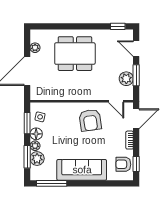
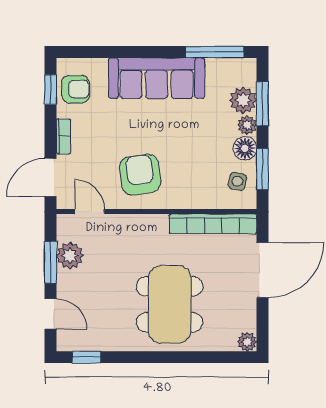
plant: (35, 48) -> (247, 342), moved
dining table: (75, 54) -> (170, 304), turned 90
bookcase: (53, 95) -> (213, 224), added

